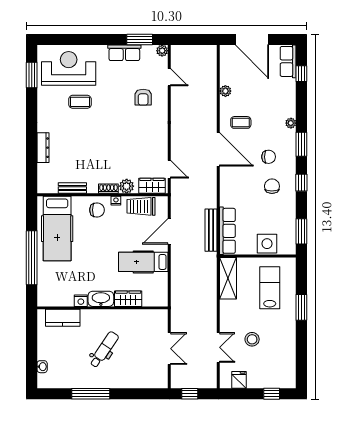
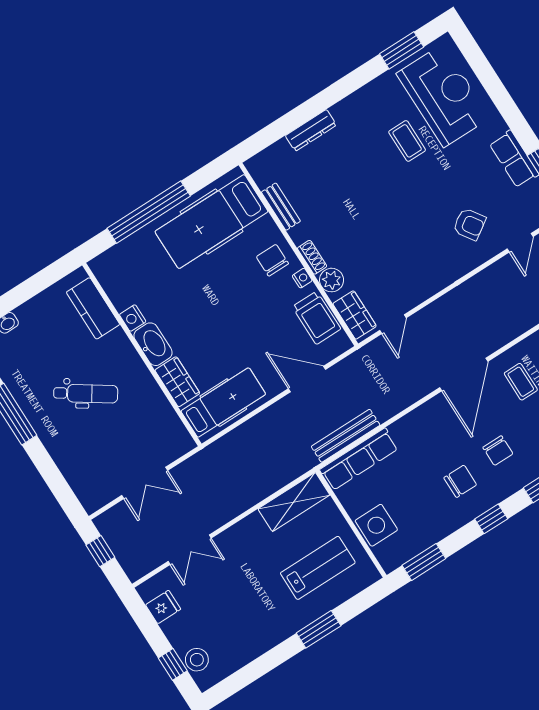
armchair: (143, 97) -> (469, 224), turned -124
trolley: (141, 206) -> (316, 318), turned 180
chair: (97, 210) -> (272, 260), turned 180
hospital bed: (143, 262) -> (223, 403), moved, turned 90
stool: (252, 339) -> (197, 660), moved

